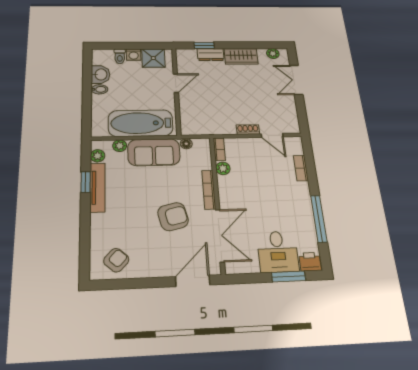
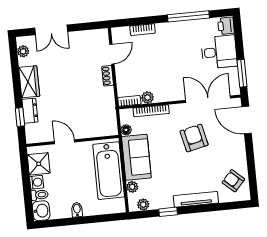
washbasin: (101, 74) -> (41, 211), moved, turned 90
tv unit: (97, 187) -> (196, 199), moved
bookcase: (209, 190) -> (151, 111), moved
window: (289, 277) -> (242, 73), moved

